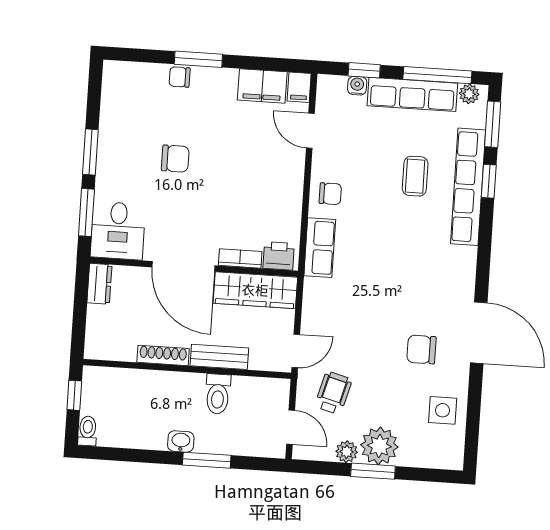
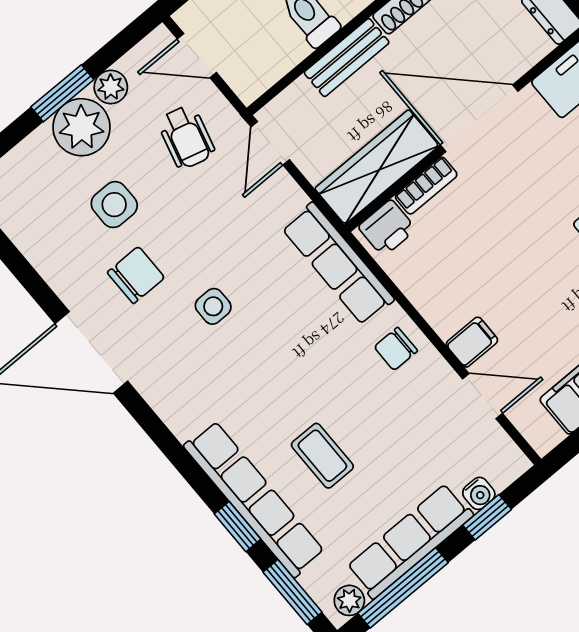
filing cabinet: (299, 87) -> (472, 342), moved, turned 90
row of seats: (320, 248) -> (338, 264), width x1.48
side table: (399, 299) -> (213, 306), added
side table: (443, 410) -> (114, 205), moved

